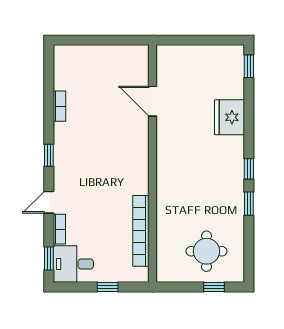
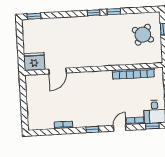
fridge: (230, 117) -> (34, 62), moved, turned 180
door: (49, 202) -> (120, 128), swing flipped
round table: (206, 251) -> (143, 35), turned 34

